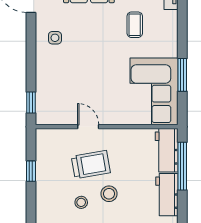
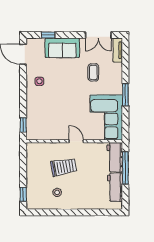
window: (182, 75) -> (125, 95), moved
door: (88, 127) -> (76, 141), moved
window: (31, 171) -> (23, 194), moved
stool: (109, 194) -> (76, 187), removed

